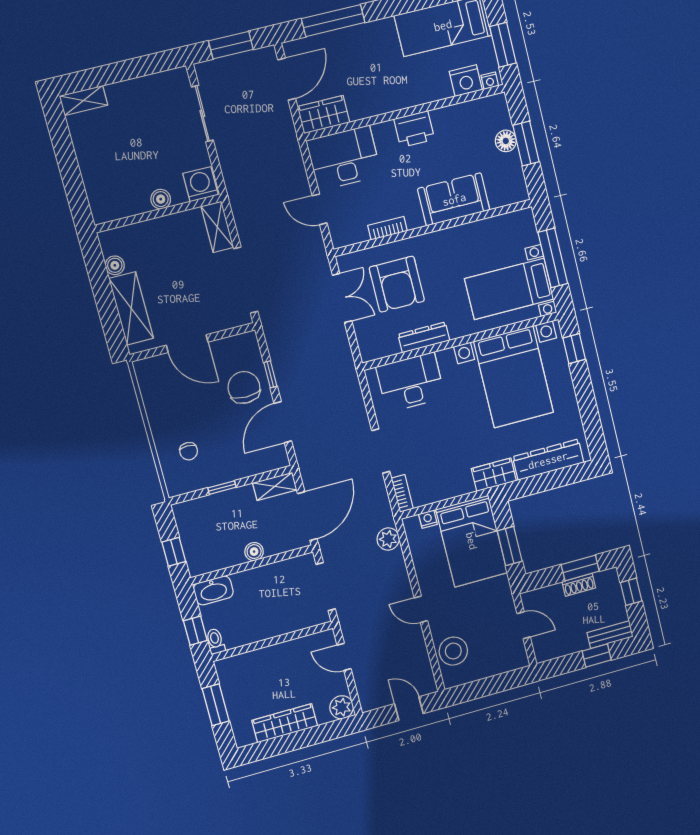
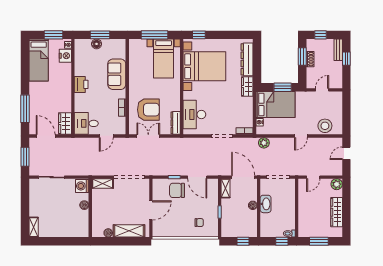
desk: (344, 158) -> (86, 123), width x0.73
dresser: (424, 337) -> (176, 123), moved
washbasin: (213, 590) -> (266, 204), moved

